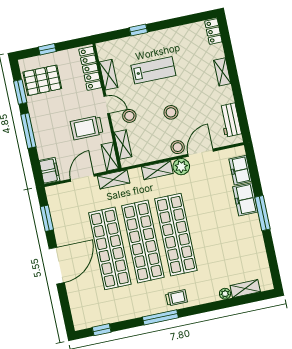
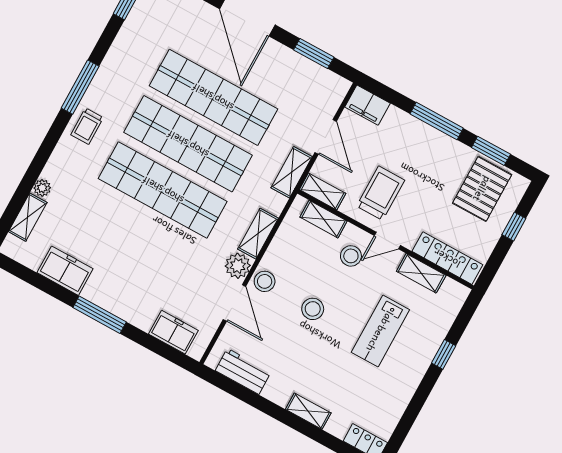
freezer: (245, 199) -> (65, 271), moved

